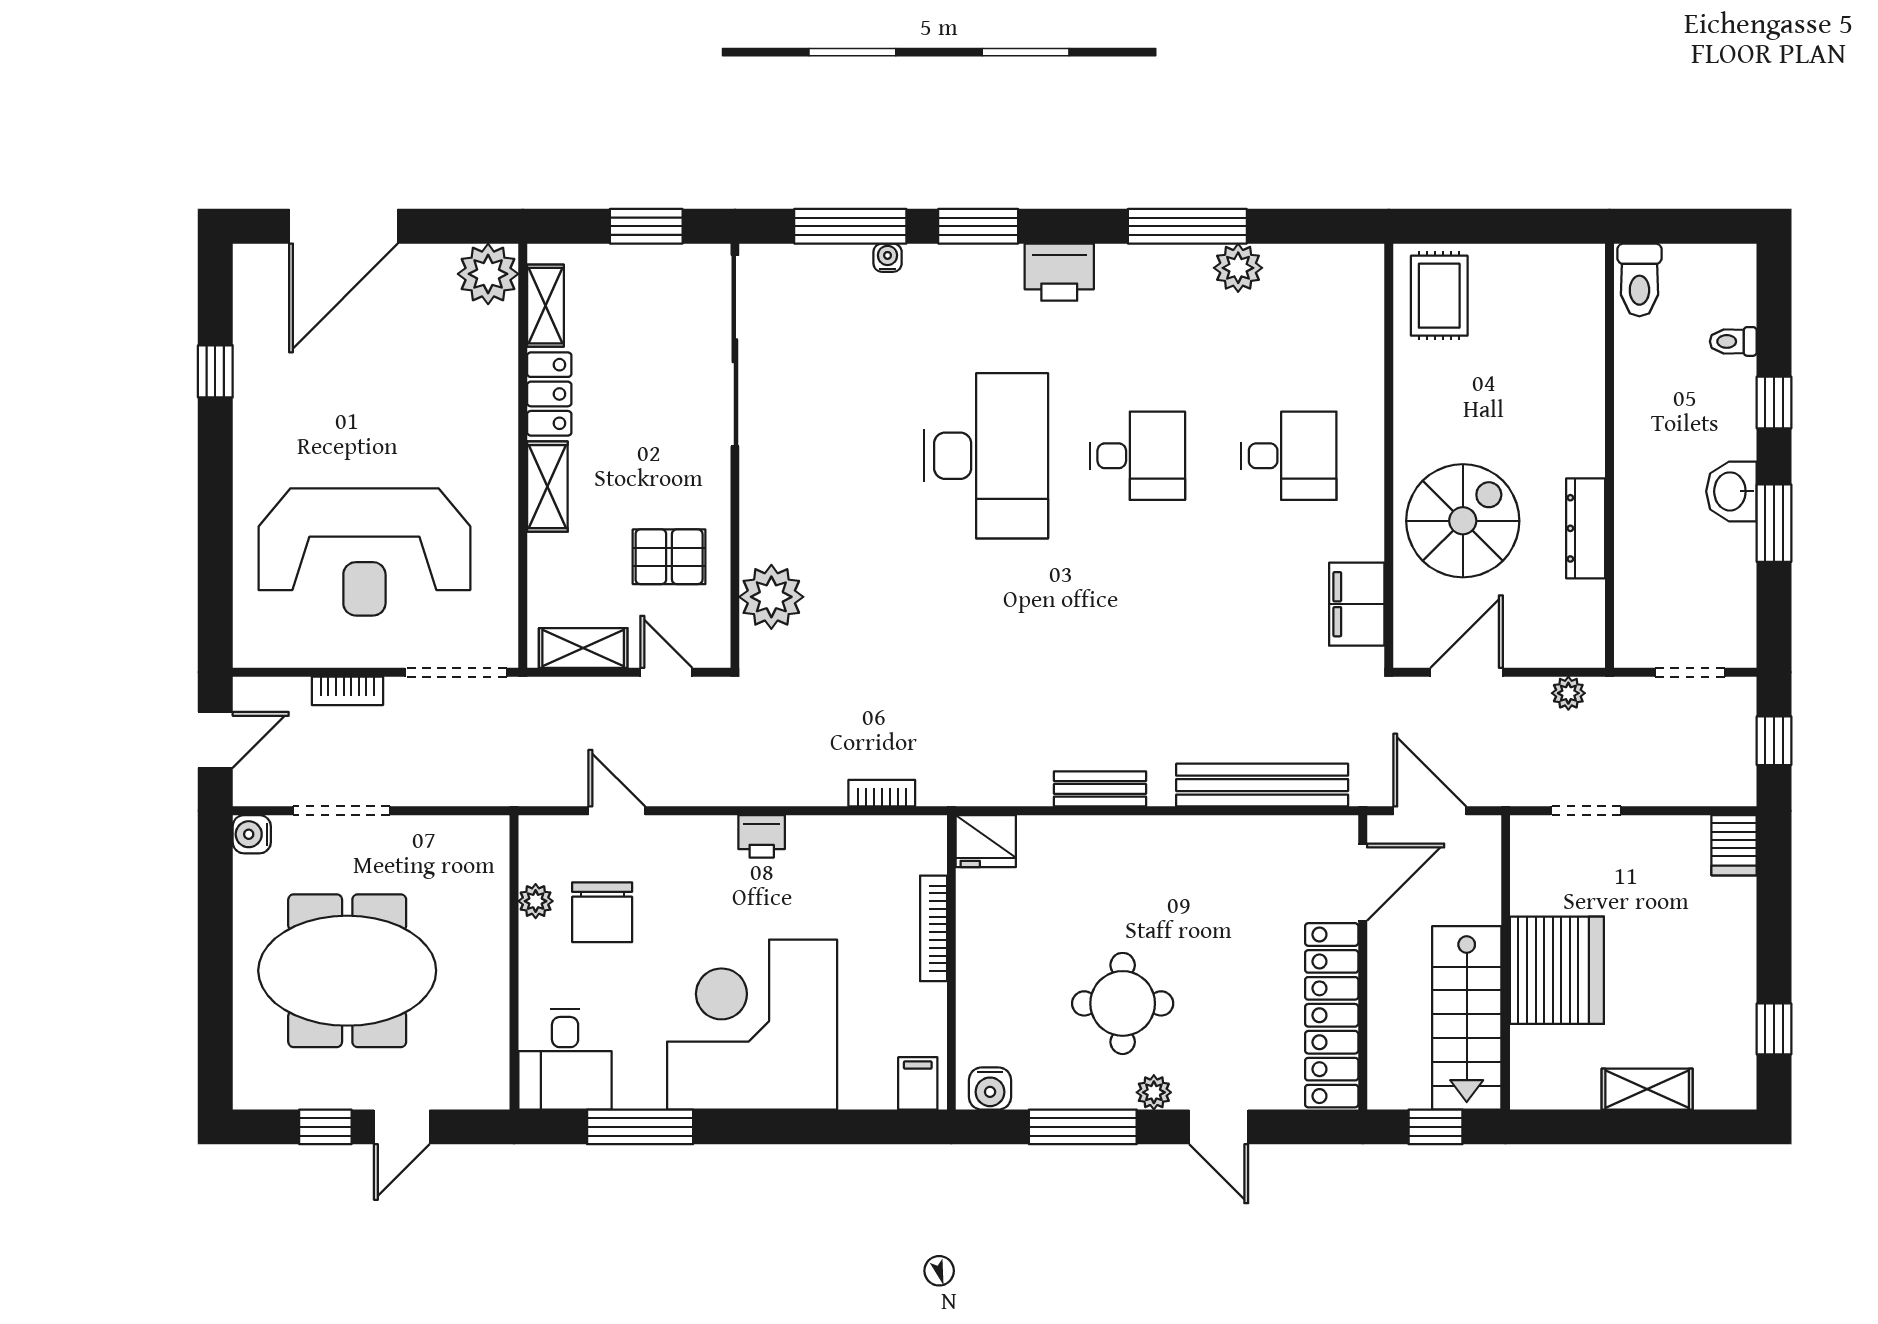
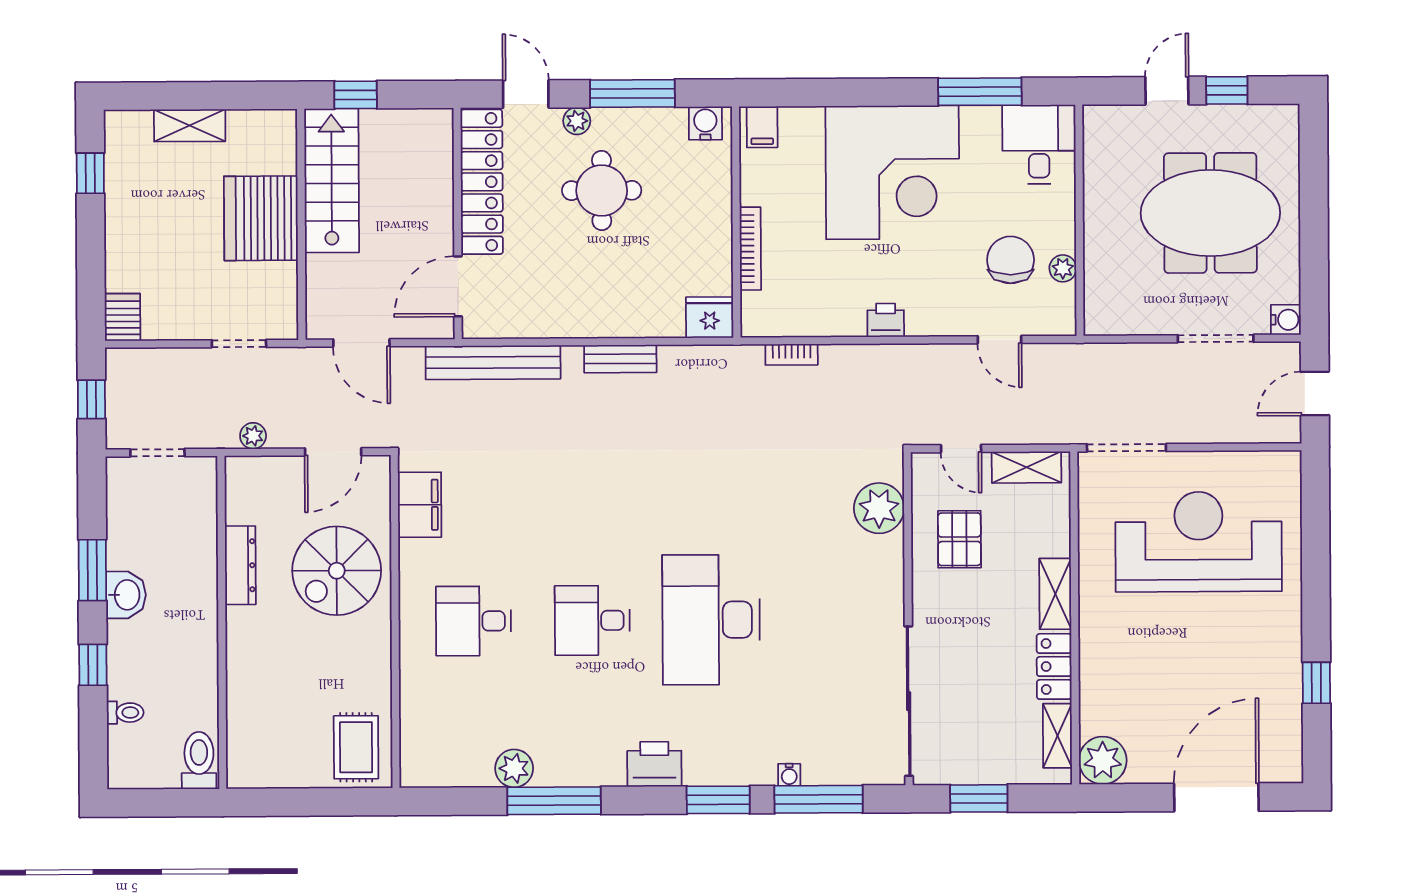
pallet: (669, 557) -> (959, 539), turned 90
bookcase: (347, 691) -> (1211, 433), removed
door: (1363, 882) -> (458, 286), moved
wall: (1363, 962) -> (458, 223), moved
locker: (1332, 1015) -> (482, 182), moved

